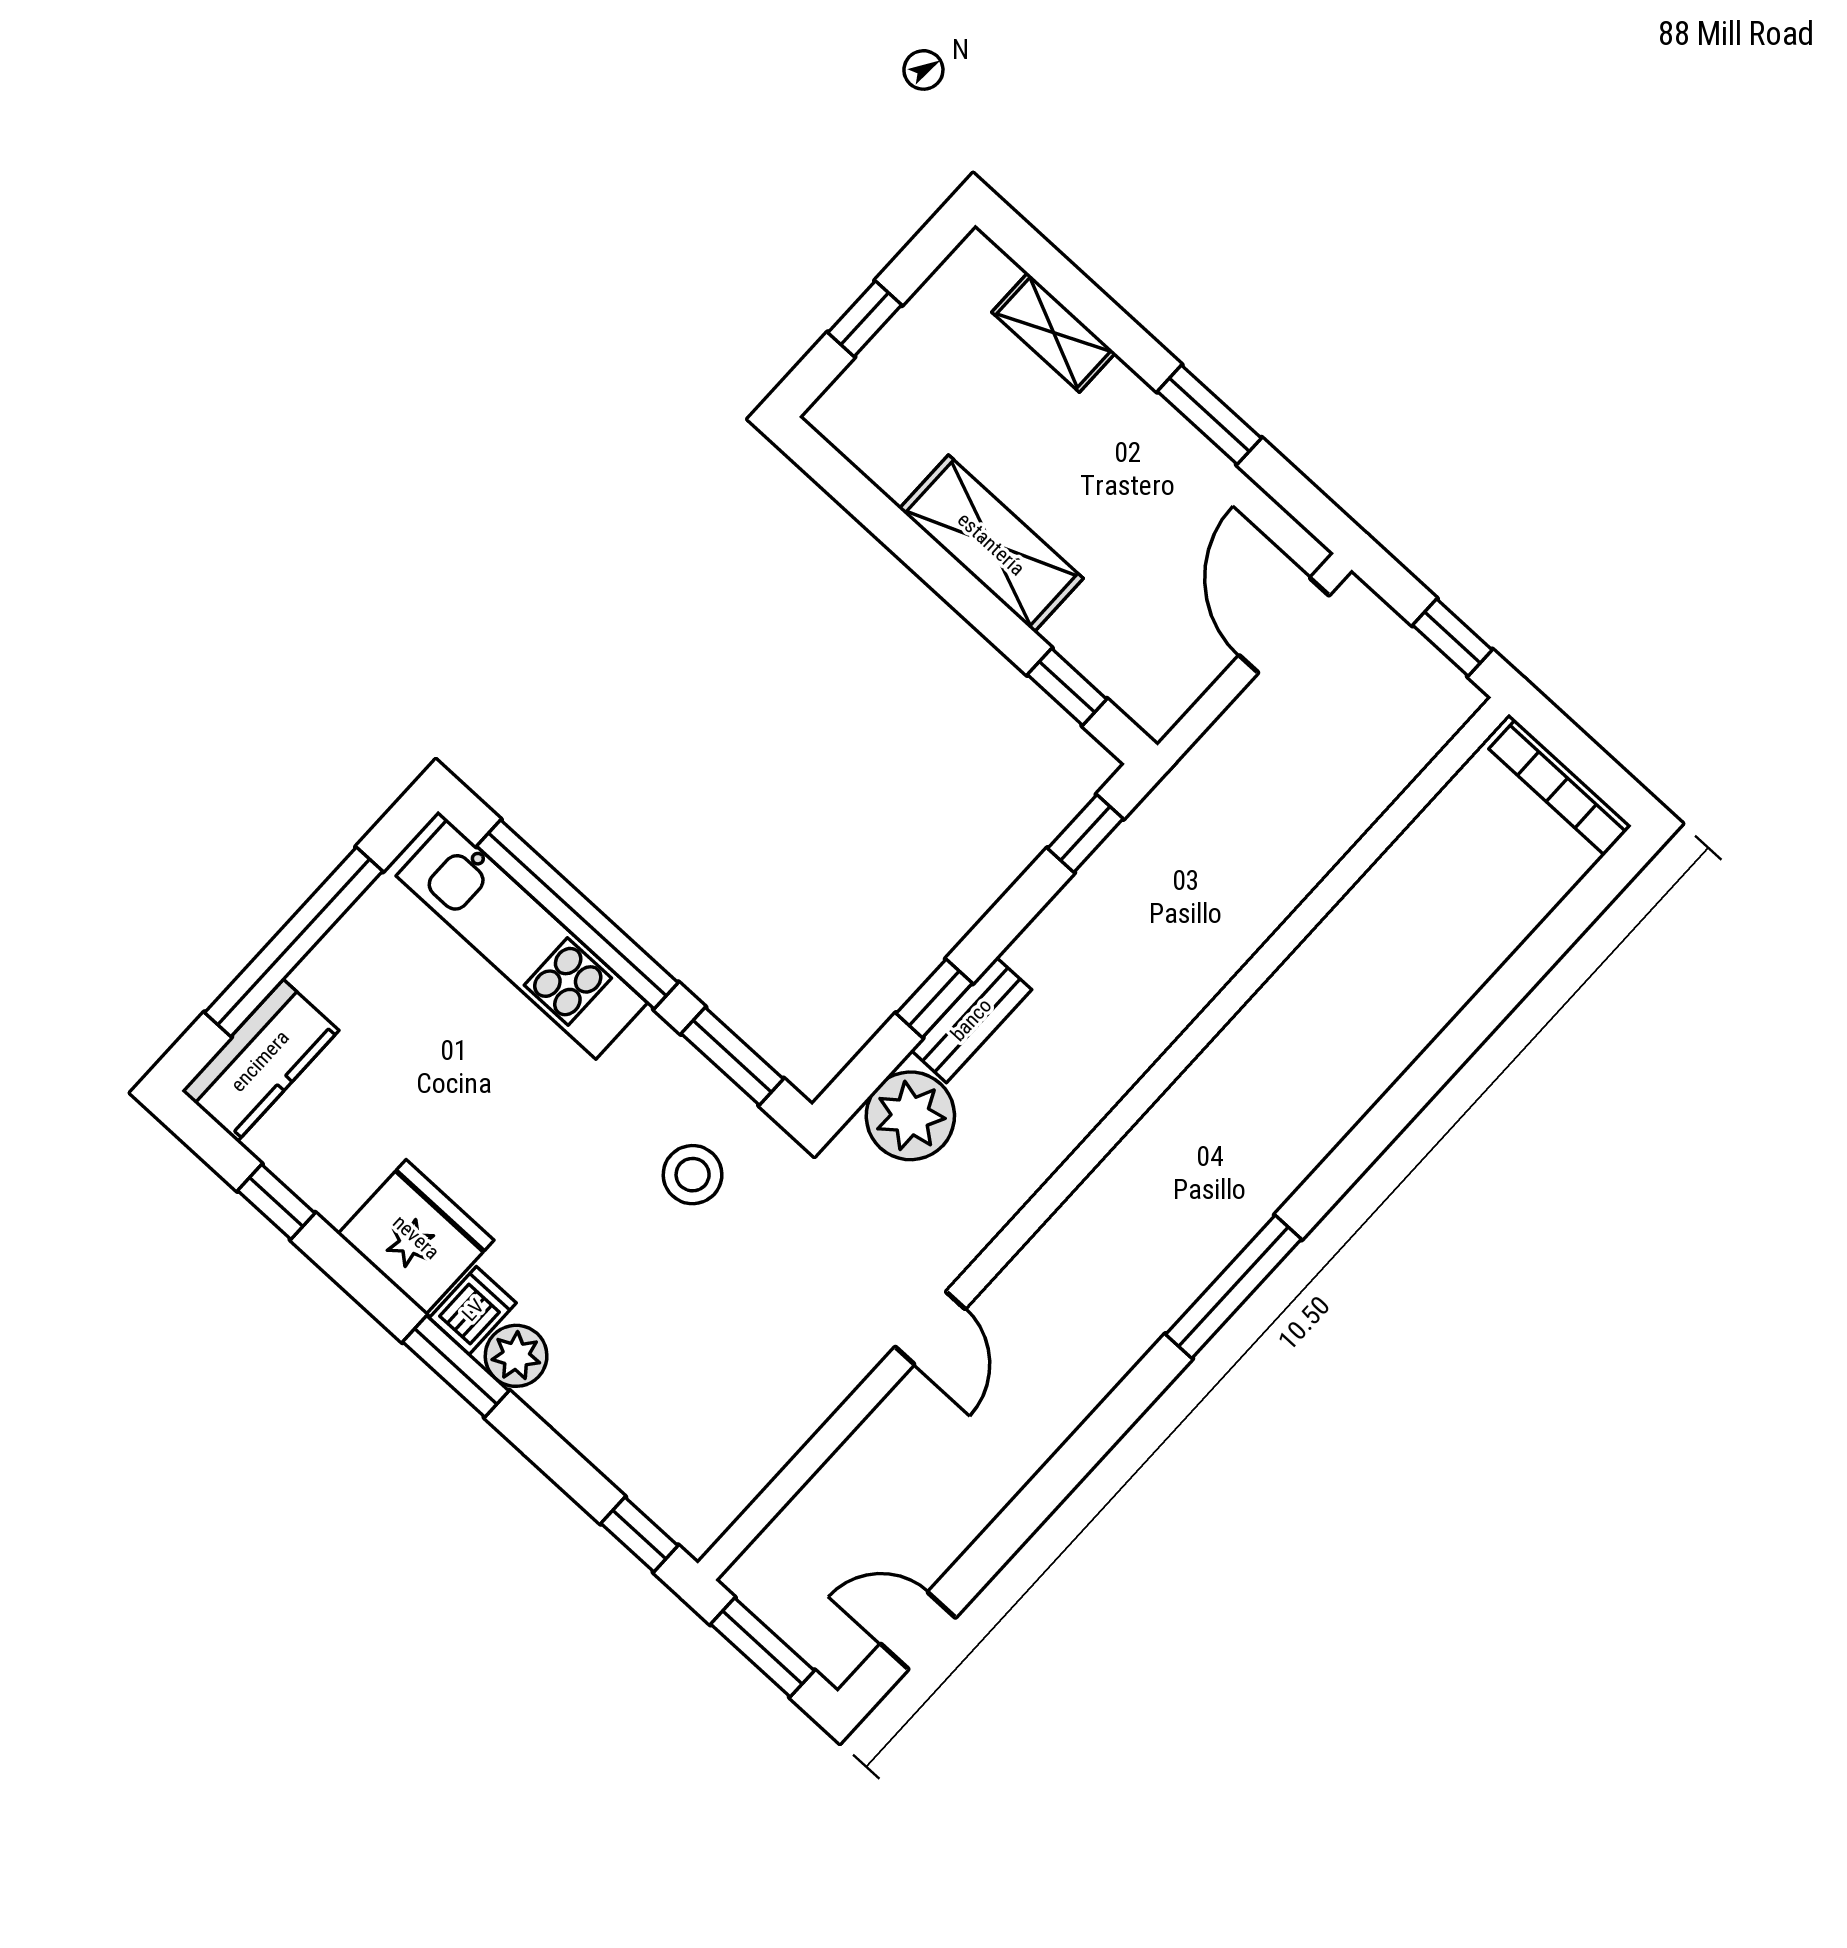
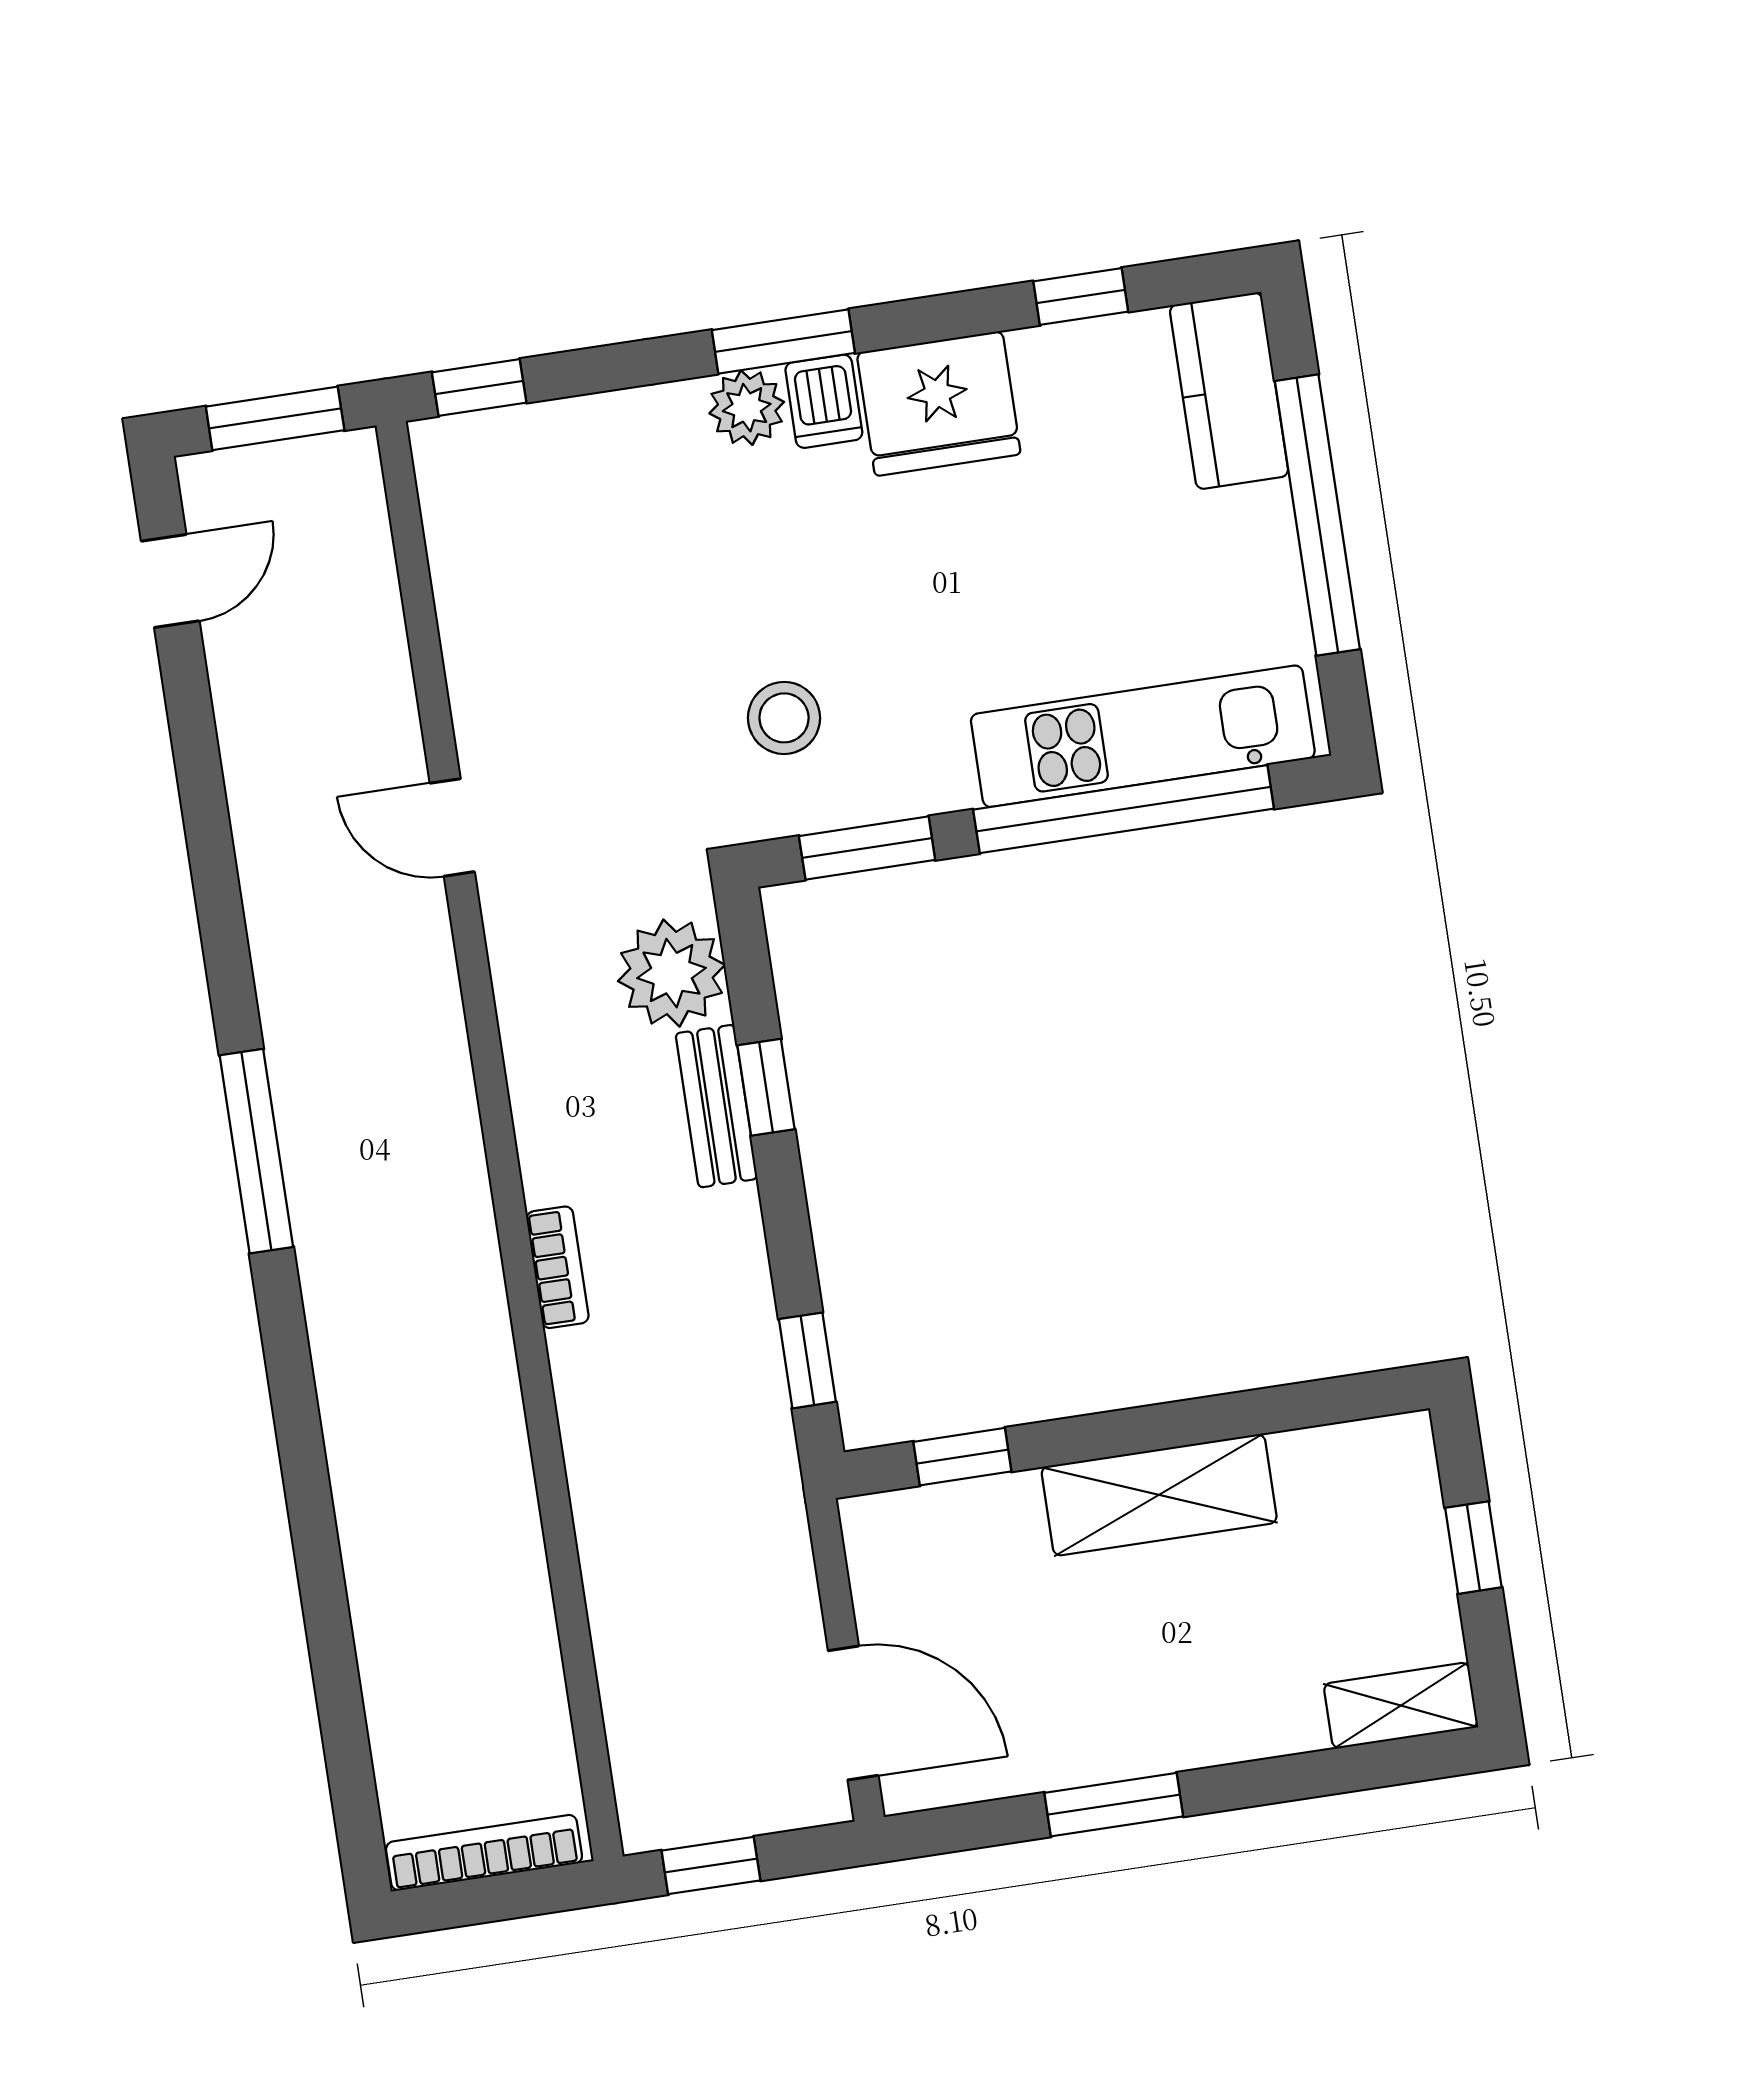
shelving: (1054, 333) -> (1401, 1705), moved
bookcase: (1154, 1038) -> (557, 1267), added

